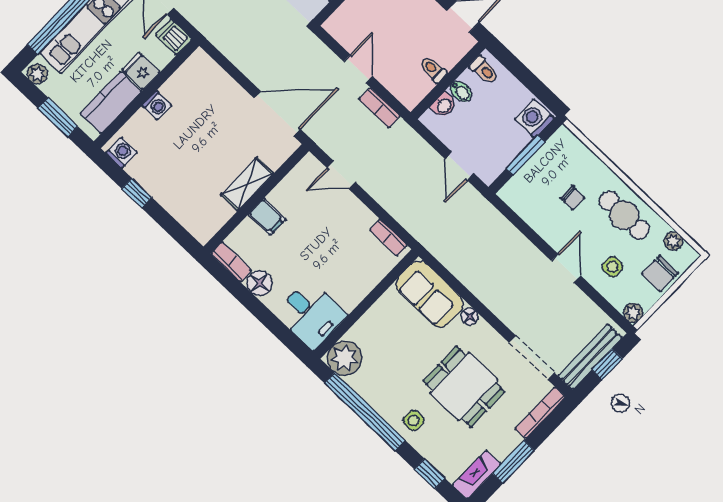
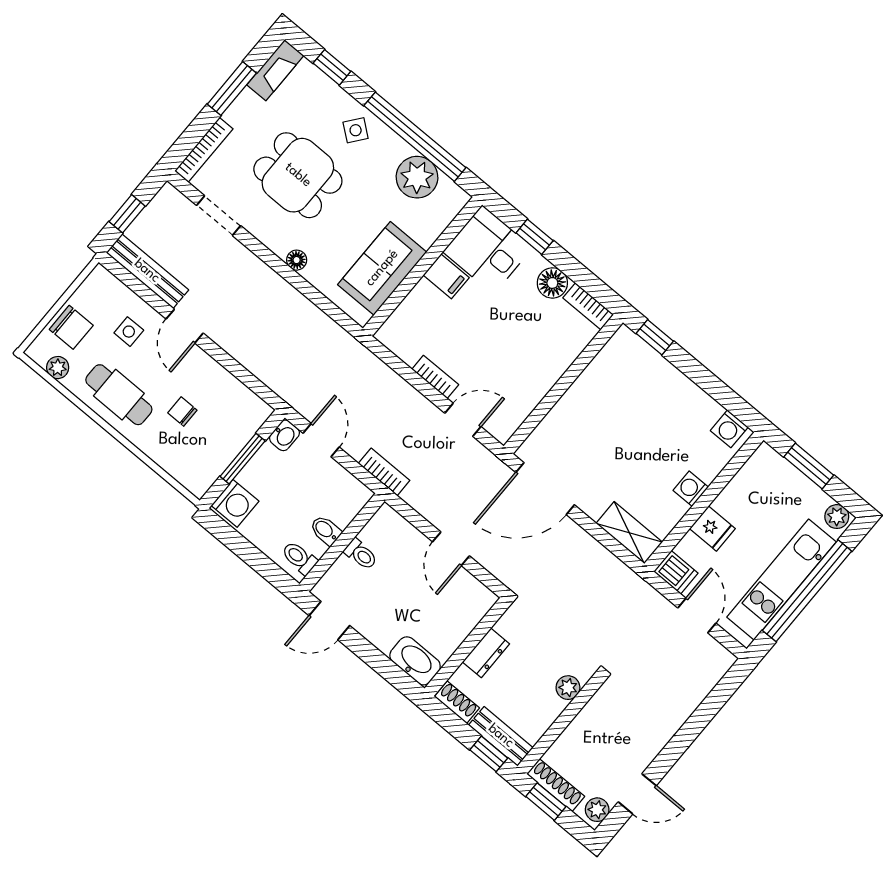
kitchen counter: (111, 102) -> (746, 488), removed
washbasin: (444, 105) -> (284, 435), moved, turned 180
bookcase: (380, 108) -> (384, 472), moved
shelving: (247, 184) -> (629, 533), moved, turned 90
window: (137, 193) -> (655, 337), moved
filing cabinet: (267, 217) -> (446, 276), moved, turned 180
bookcase: (388, 238) -> (435, 377), moved
chair: (660, 274) -> (71, 327), turned 90
sofa: (430, 294) -> (382, 268), moved, turned -90
plant: (633, 313) -> (100, 278), removed
window: (272, 322) -> (535, 237), added
bench: (590, 357) -> (147, 271), moved, turned 90
plant: (345, 358) -> (417, 177), moved
doorway: (532, 358) -> (219, 216), width x0.73
side table: (414, 420) -> (356, 130), turned 38

